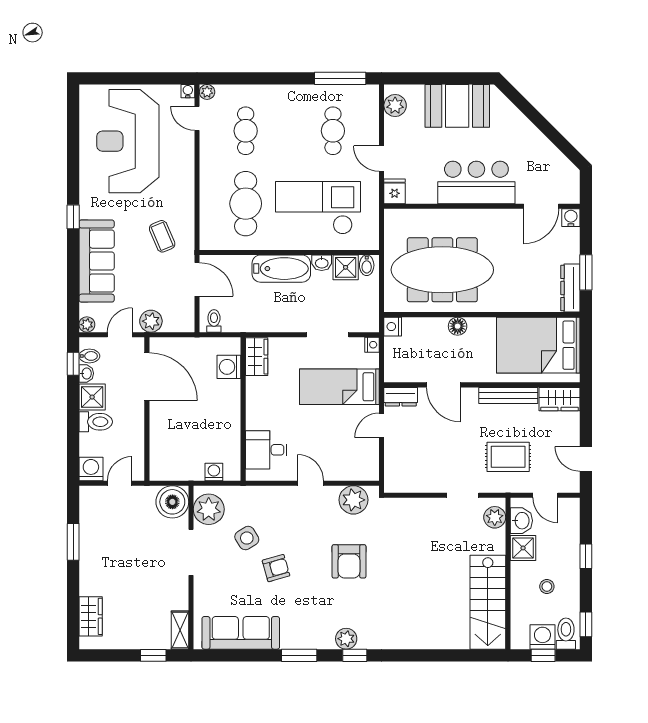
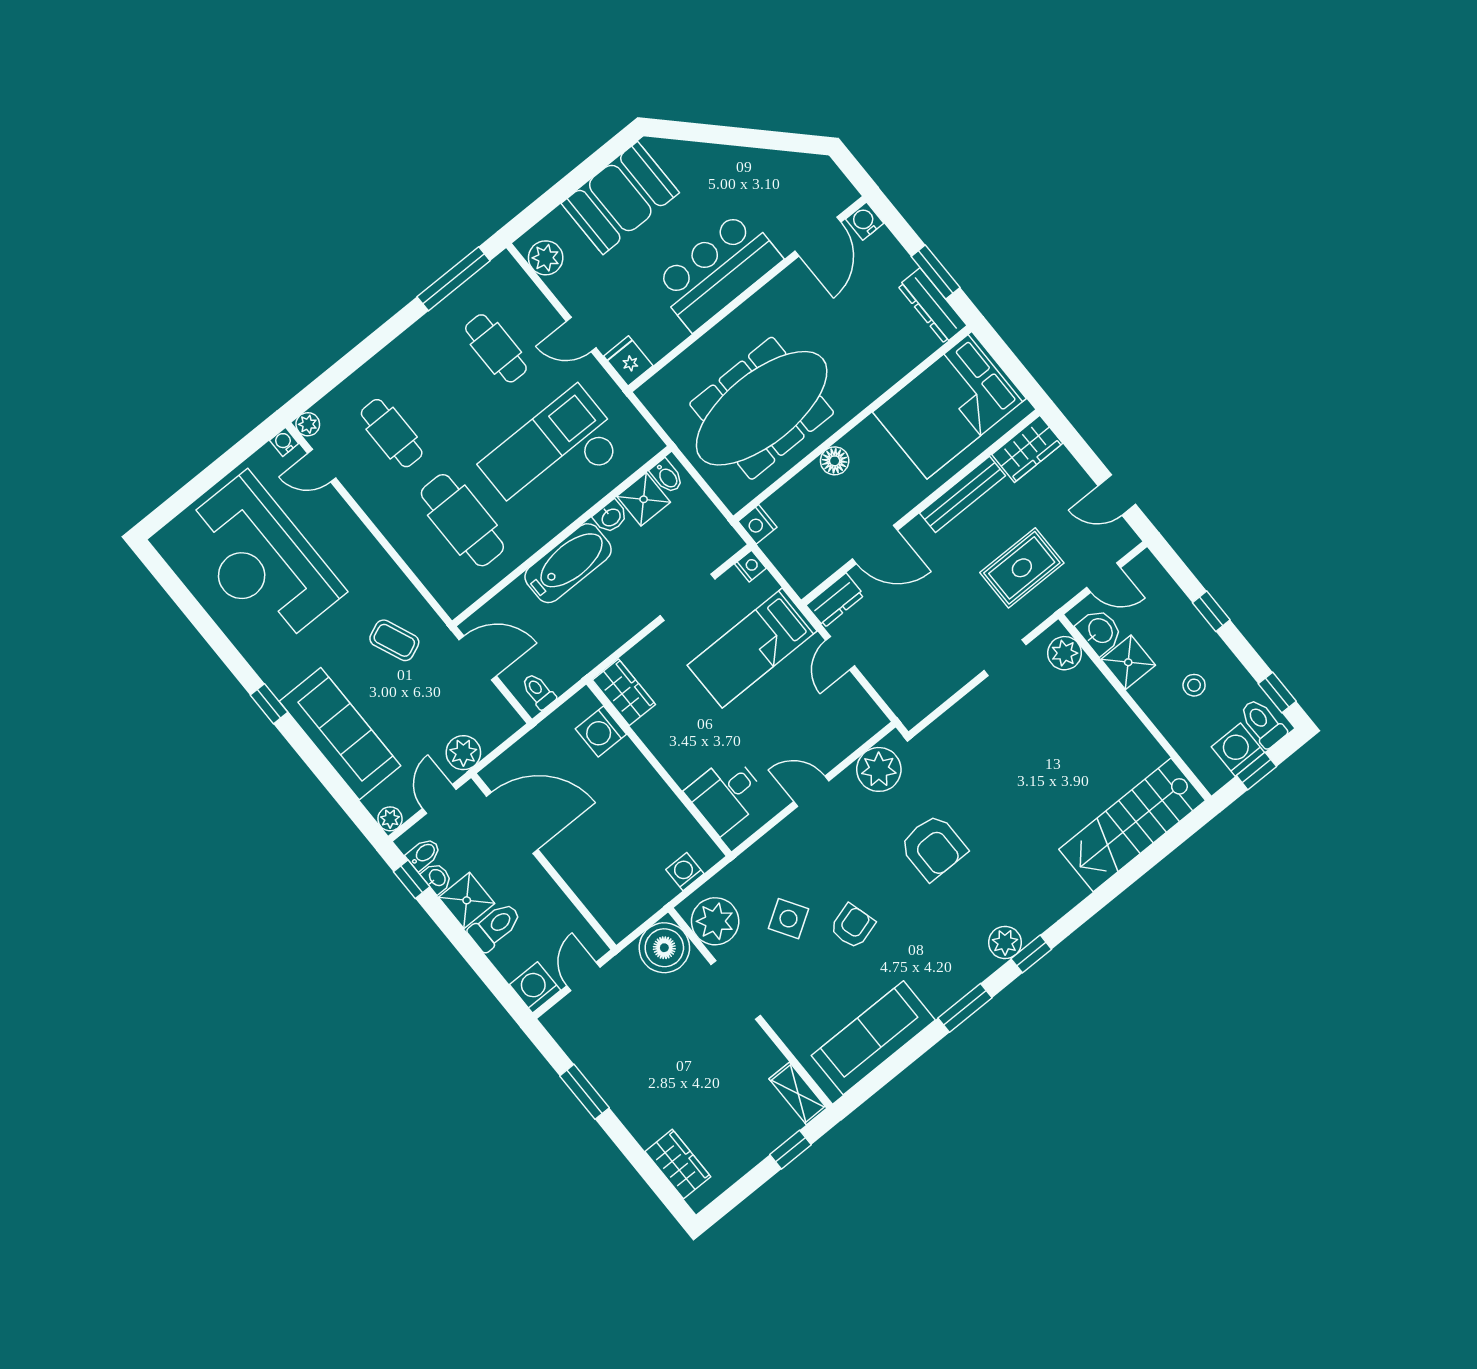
stairs: (488, 602) -> (1132, 825), moved, turned 90

